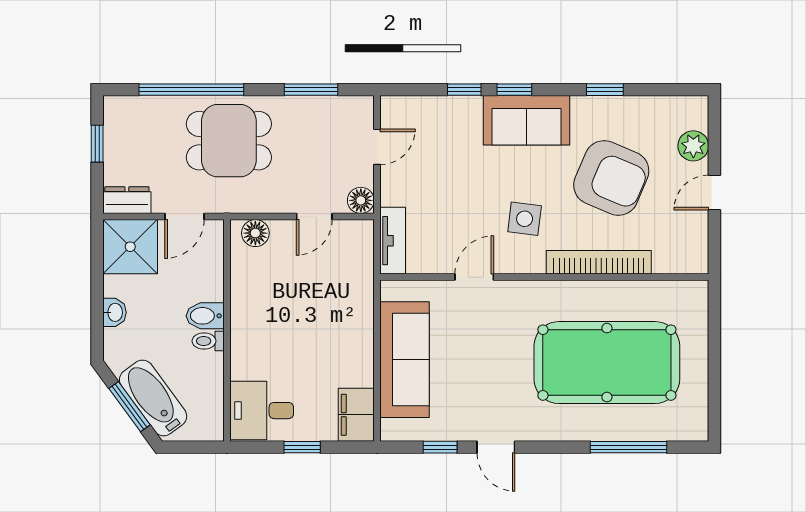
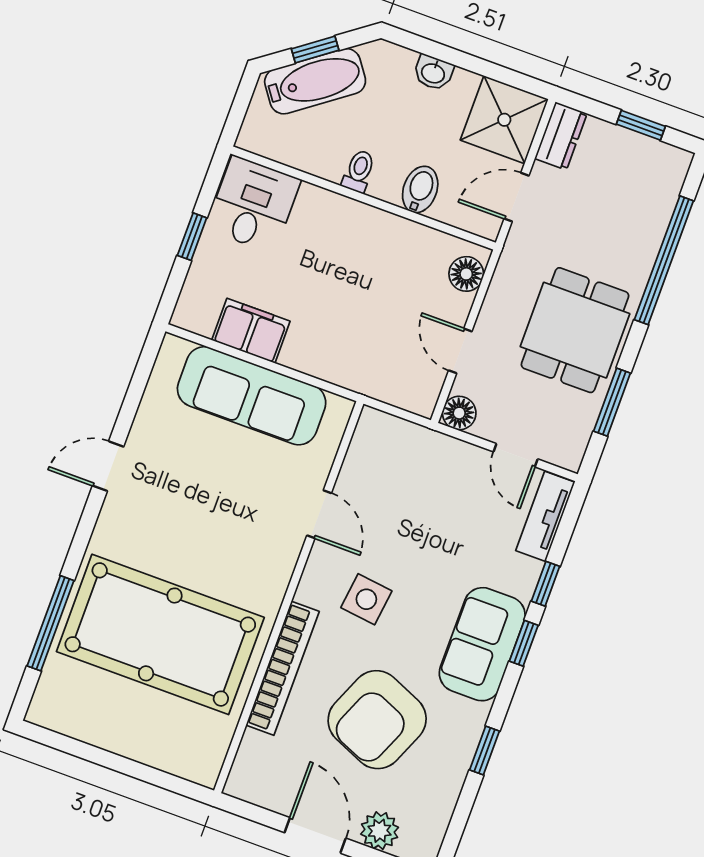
dining table: (229, 141) -> (575, 330), moved
door: (714, 193) -> (315, 835), width x1.38
door: (184, 217) -> (517, 197), hinge flipped
tv unit: (393, 241) -> (545, 516), moved, turned 90
bidet: (205, 316) -> (420, 189), moved
pool table: (607, 363) -> (160, 634), turned 90
window: (129, 407) -> (315, 49), width x0.67
filing cabinet: (356, 415) -> (251, 331), moved
window: (440, 447) -> (132, 400), removed

